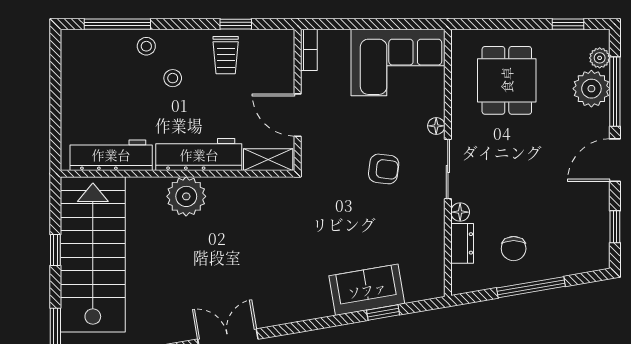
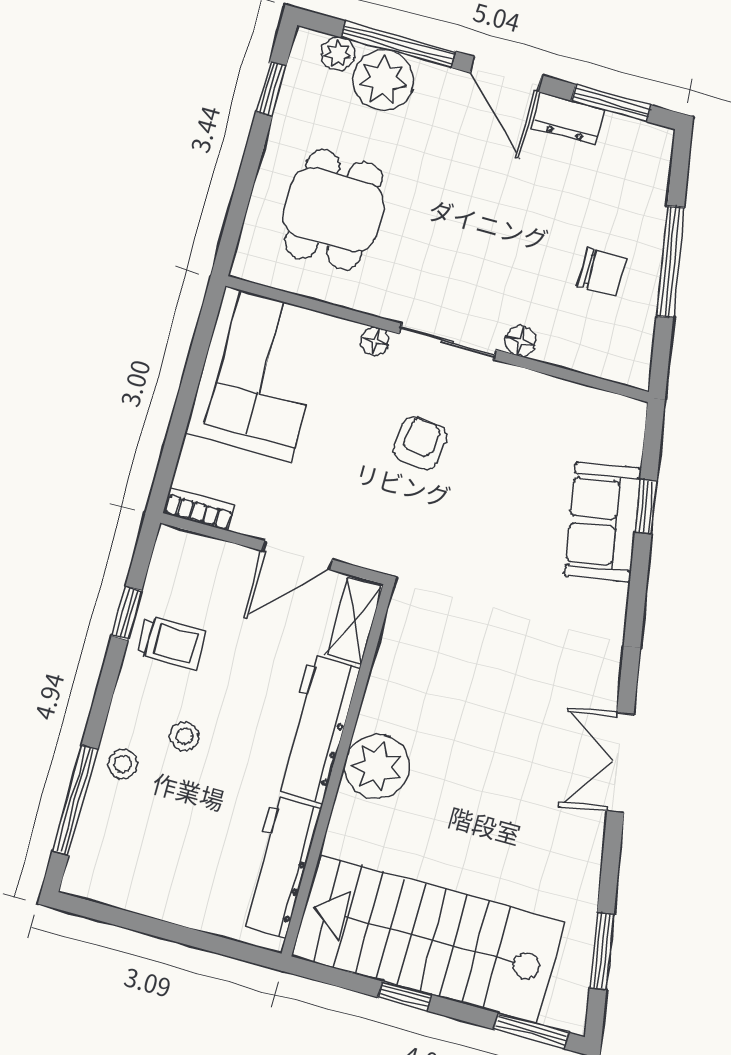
dining table: (507, 80) -> (333, 210), turned 90
window: (615, 227) -> (611, 103), width x1.50
dresser: (462, 243) -> (568, 119), moved, turned 180

